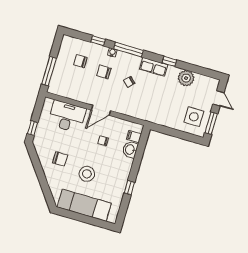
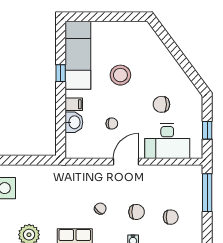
window: (32, 128) -> (207, 130), moved
filing cabinet: (134, 137) -> (74, 104), moved
chair: (60, 159) -> (161, 104), moved
exam couch: (84, 205) -> (78, 55), moved, turned -90

